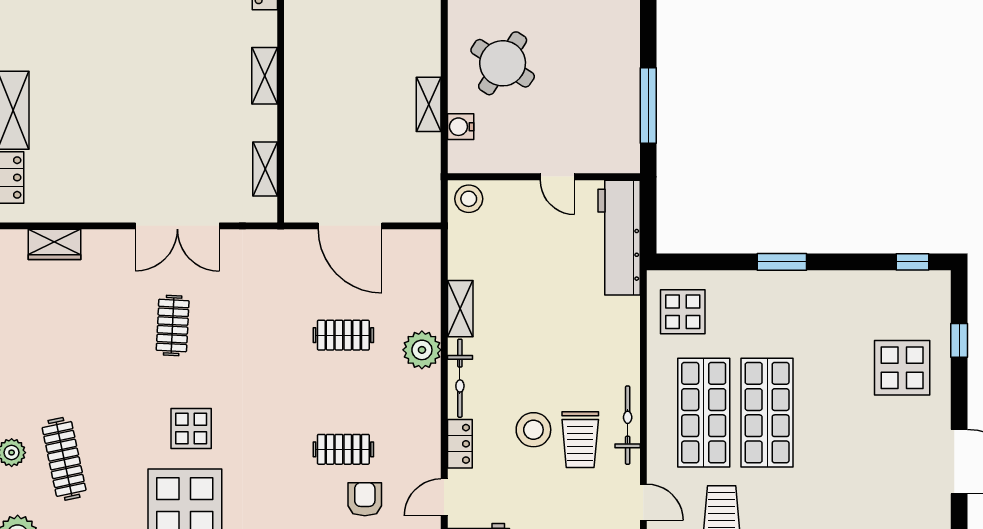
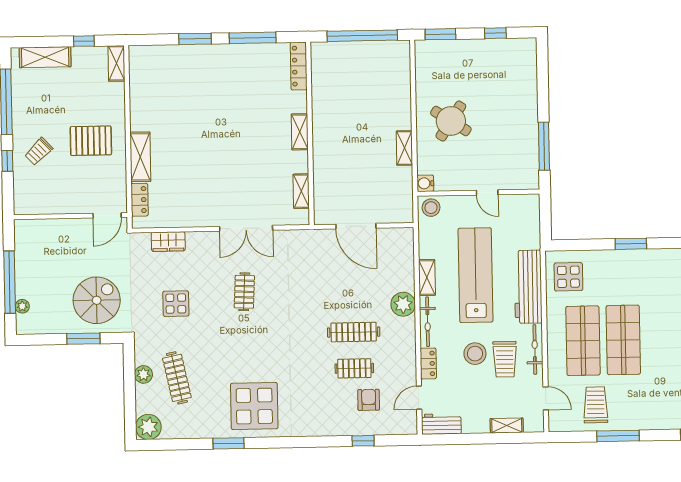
water cooler: (461, 127) -> (425, 183), moved
workbench: (619, 238) -> (528, 287), moved
lab bench: (537, 306) -> (476, 275), added
clothes rail: (343, 335) -> (354, 332), moved, width x1.36
display table: (191, 428) -> (176, 304), moved

